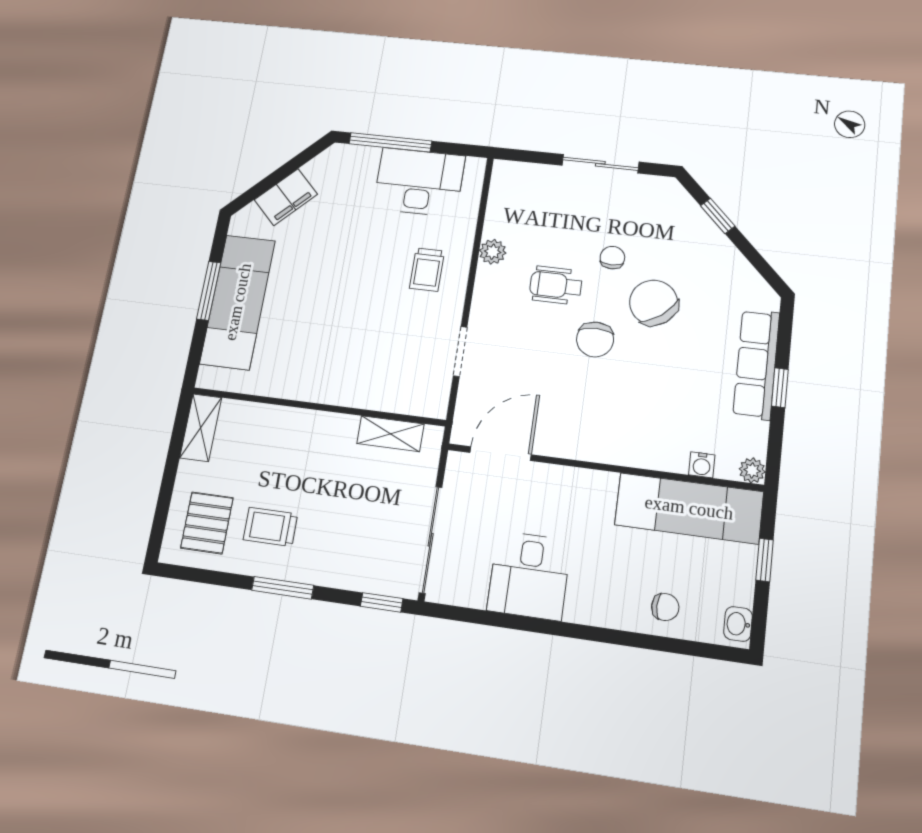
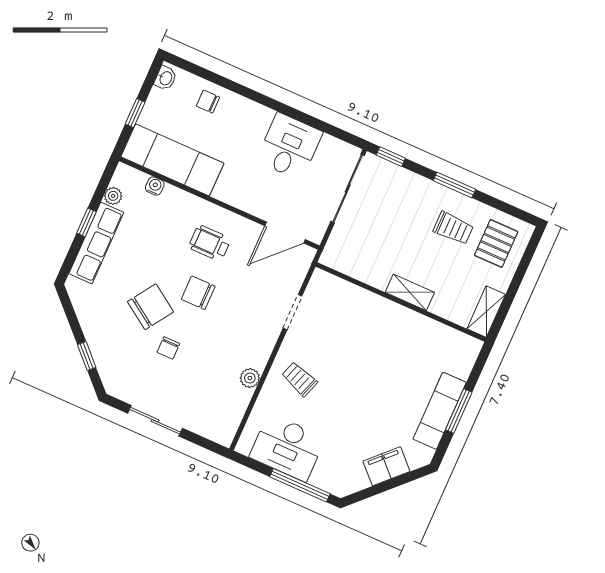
trolley: (427, 270) -> (299, 379), turned -71
wheelchair: (556, 285) -> (210, 243), moved, turned 180
exam couch: (238, 302) -> (440, 411), width x0.73, depth x0.69
chair: (654, 303) -> (150, 307), turned -108
chair: (595, 339) -> (198, 293), turned -90
shelving: (390, 434) -> (410, 292), moved
plant: (752, 470) -> (113, 196), moved

